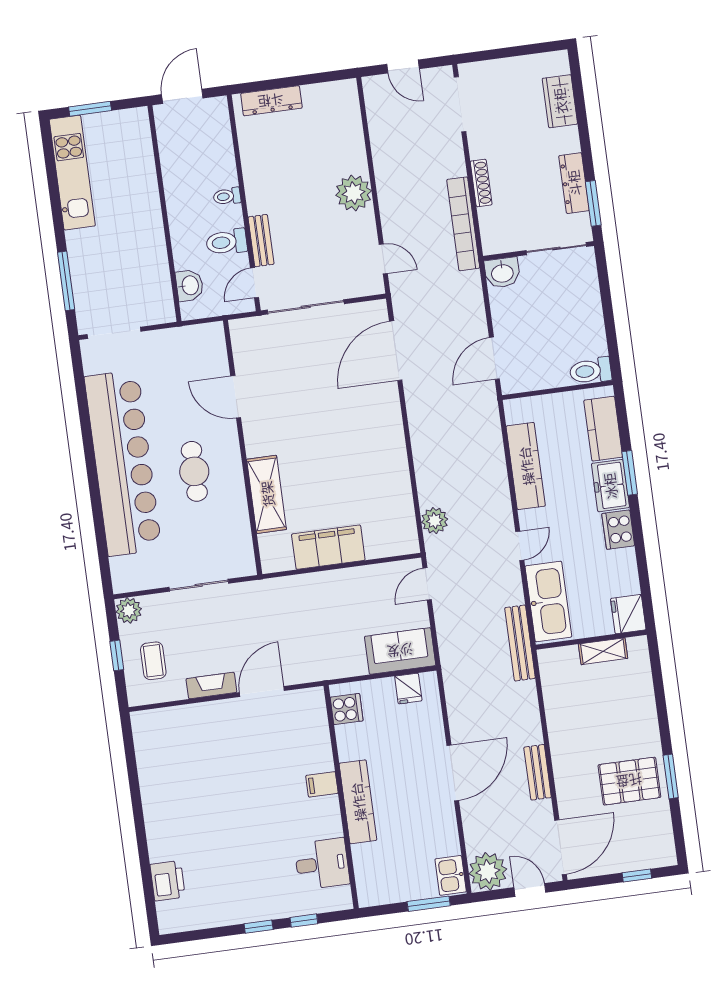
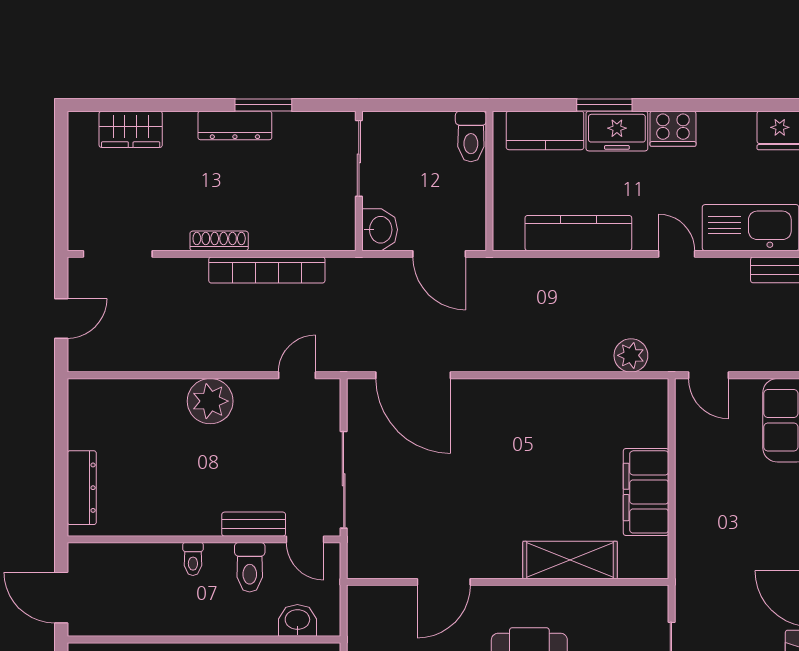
sliding door: (556, 249) -> (359, 158), moved
wall: (539, 251) -> (359, 181), moved
washbasin: (502, 273) -> (380, 230), moved

